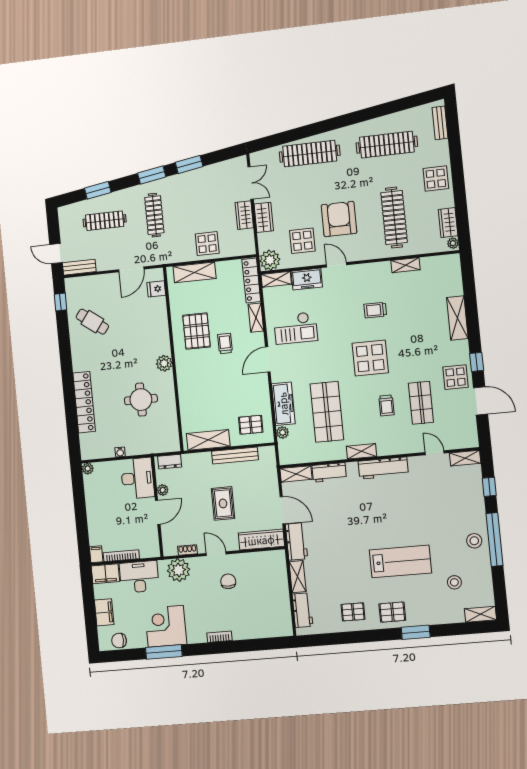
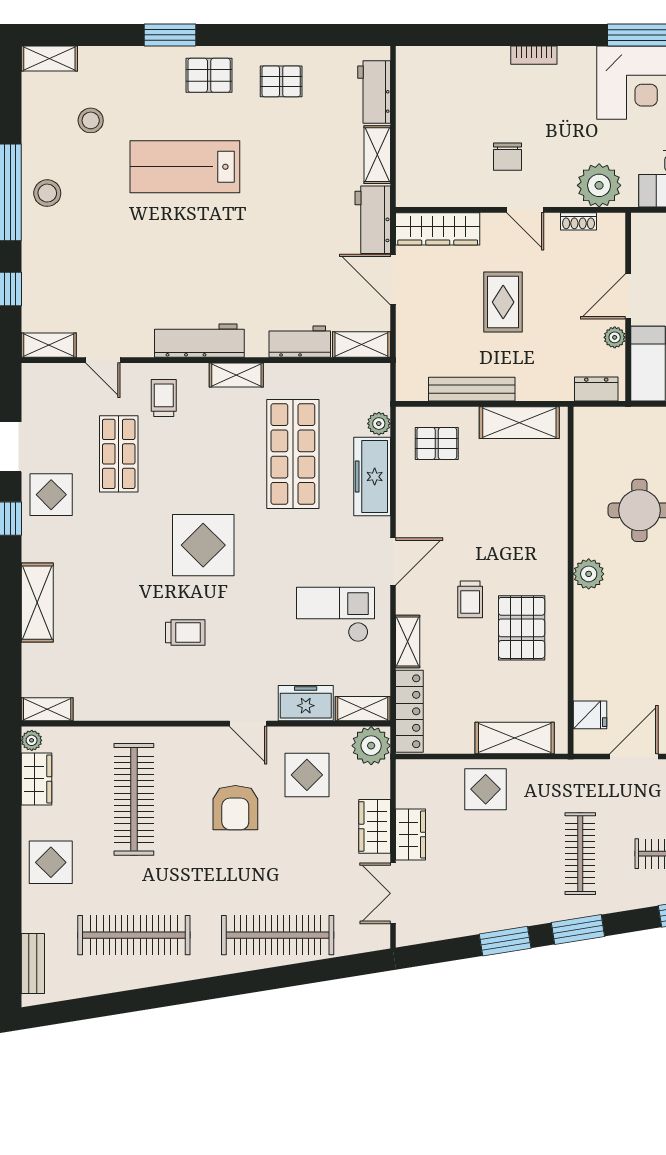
armchair: (339, 219) -> (235, 808), width x0.73, depth x0.73
shelving: (405, 265) -> (47, 709), moved
trolley: (387, 406) -> (164, 398), moved

